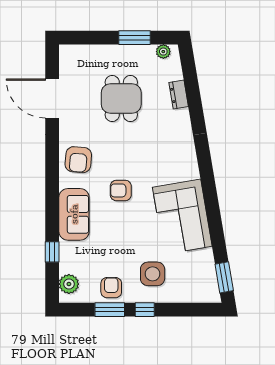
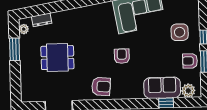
dresser: (179, 94) -> (42, 20), moved
armchair: (121, 190) -> (122, 56), turned 180
sofa: (74, 214) -> (162, 88), moved

